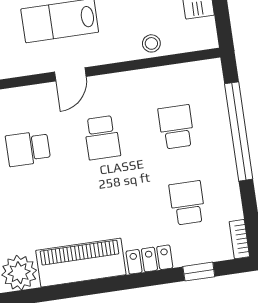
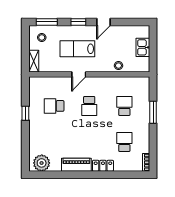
window: (239, 131) -> (153, 112), width x0.47
piano: (81, 263) -> (76, 165), width x0.73, depth x0.75
window: (199, 272) -> (125, 175), removed

